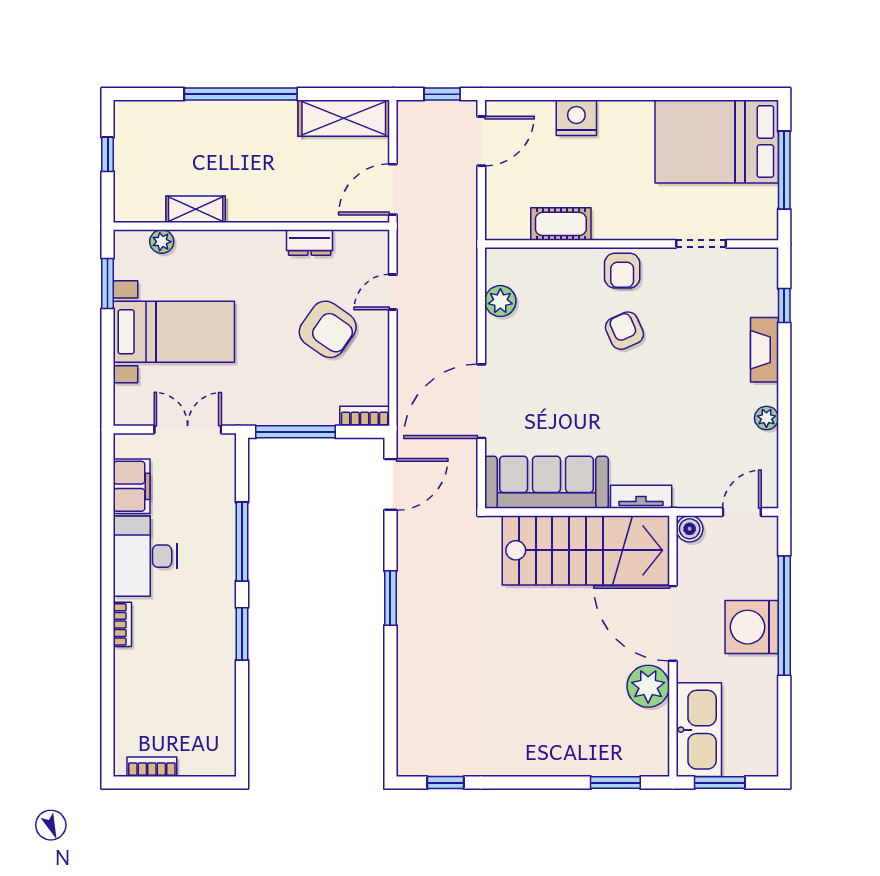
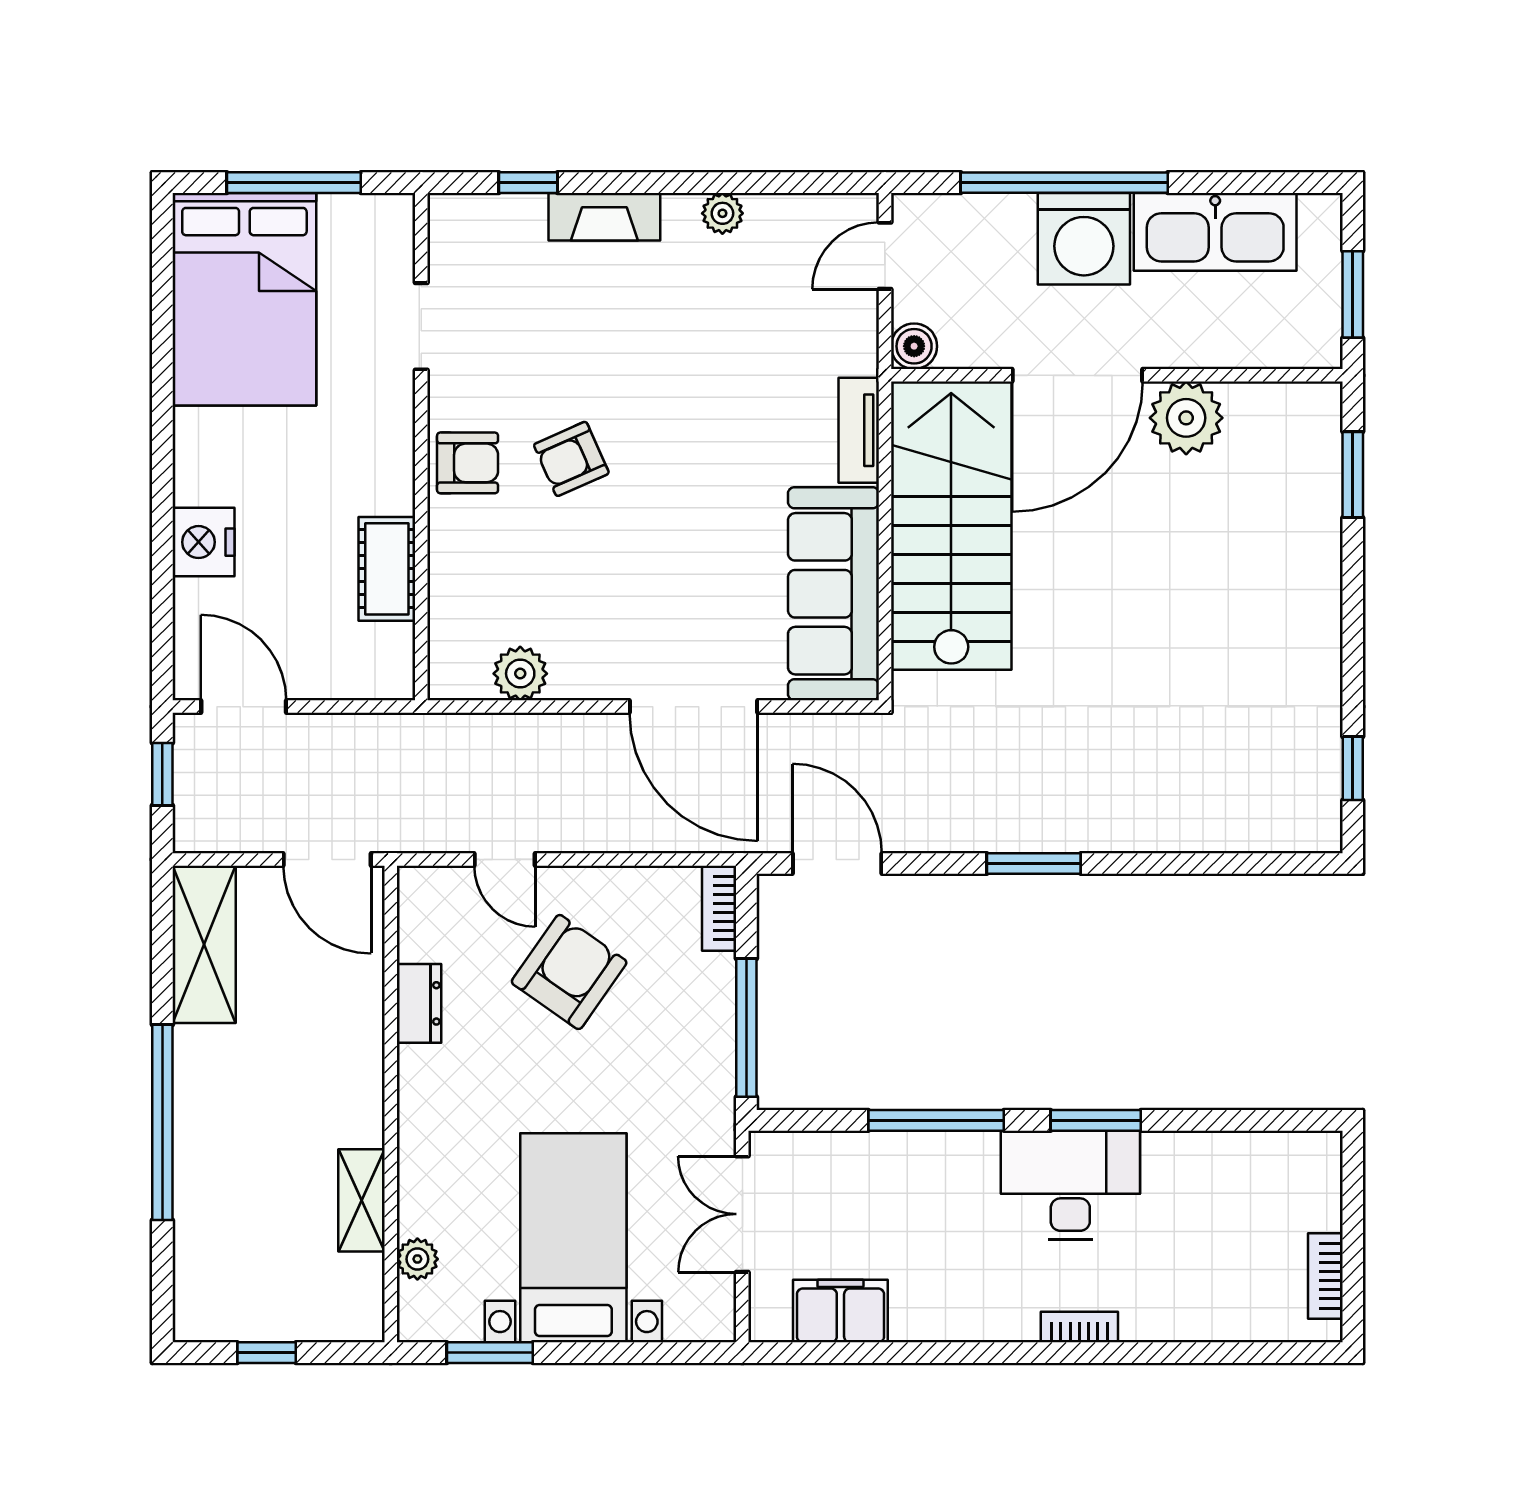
door: (742, 512) -> (885, 256), hinge flipped
desk: (145, 556) -> (1070, 1185), moved, turned 180
kitchen sink: (699, 730) -> (1215, 232), moved, turned 180

